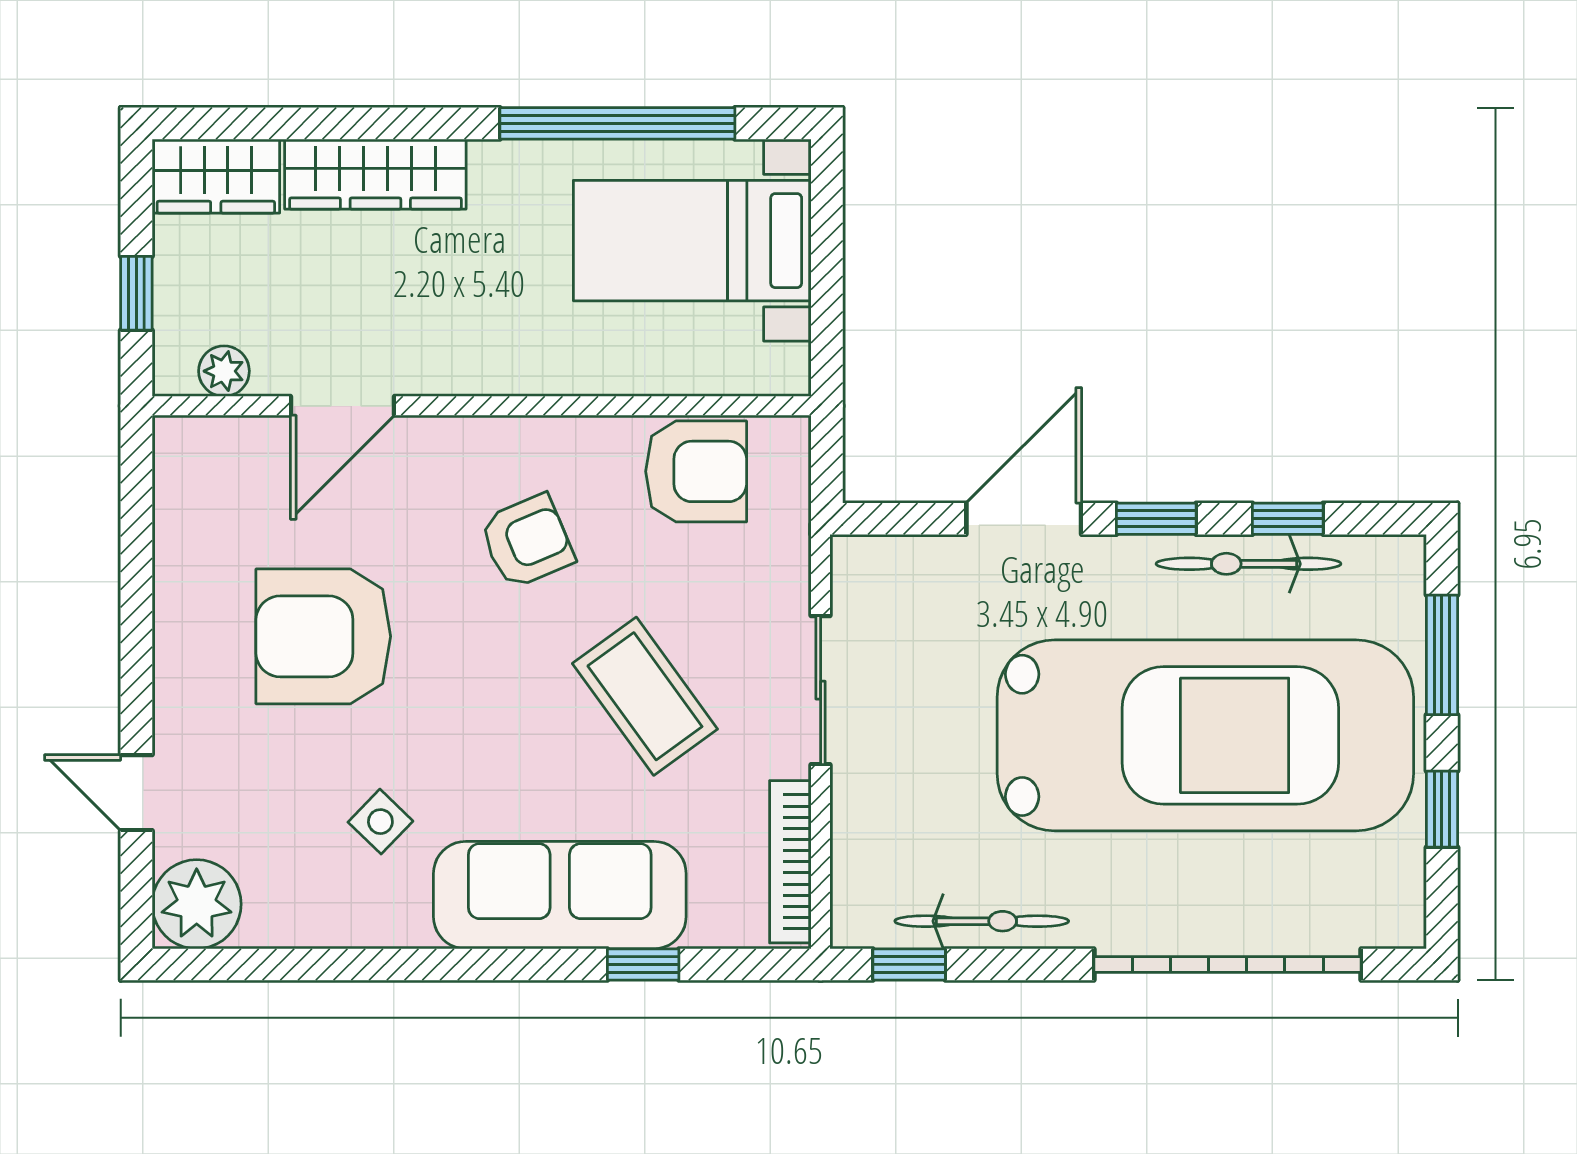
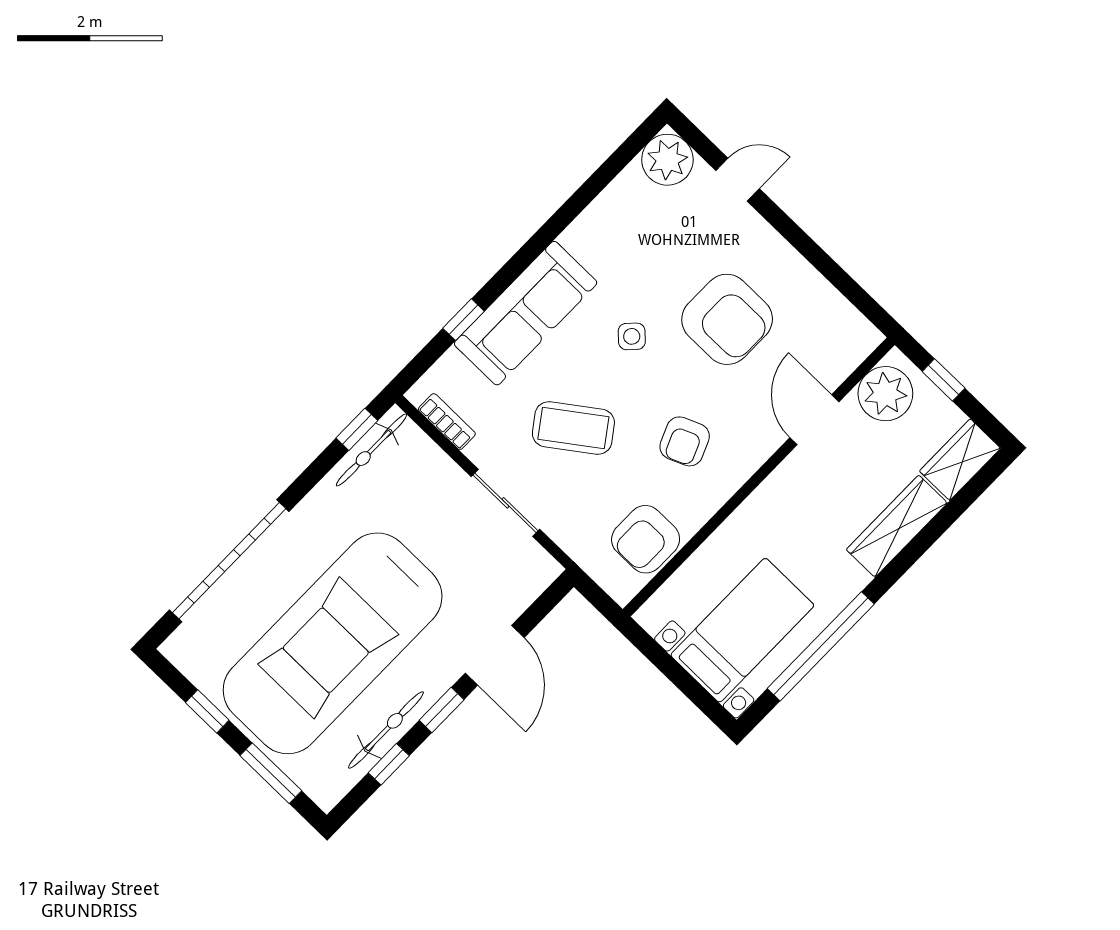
plant: (224, 371) -> (885, 394), width x1.87, depth x1.87
armchair: (323, 636) -> (727, 319), turned 90
side table: (380, 822) -> (632, 336), moved
bookcase: (790, 862) -> (447, 422), width x0.64
bicycle: (982, 921) -> (372, 450), moved

